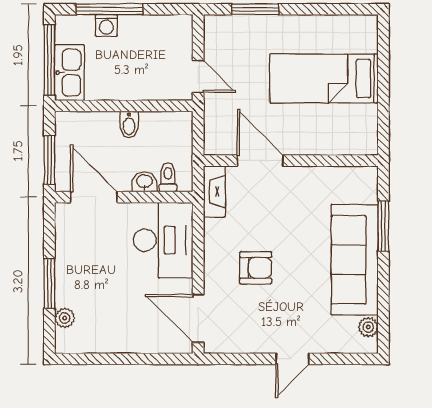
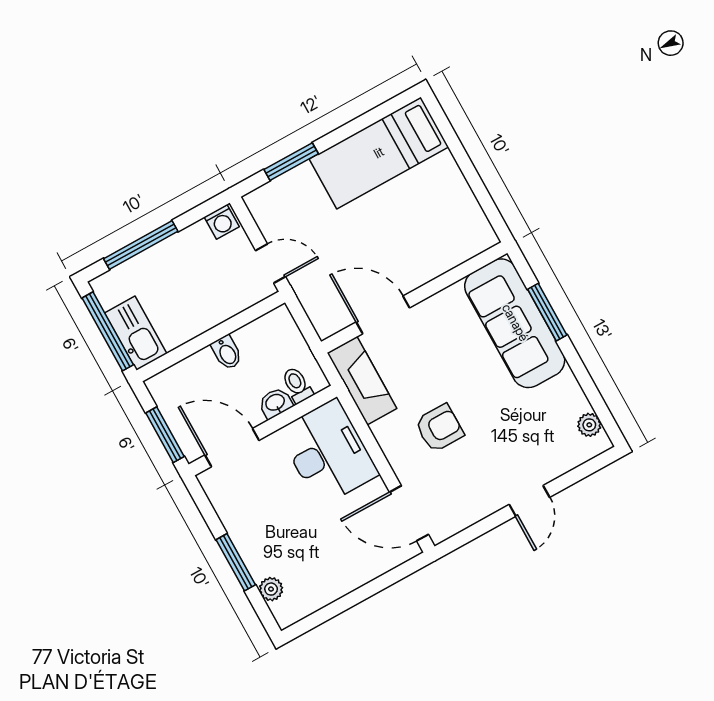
washing machine: (106, 25) -> (222, 222), moved
bed: (324, 79) -> (379, 153), moved
fireplace: (214, 191) -> (362, 381), width x1.37, depth x1.32
sofa: (355, 260) -> (515, 323), moved

